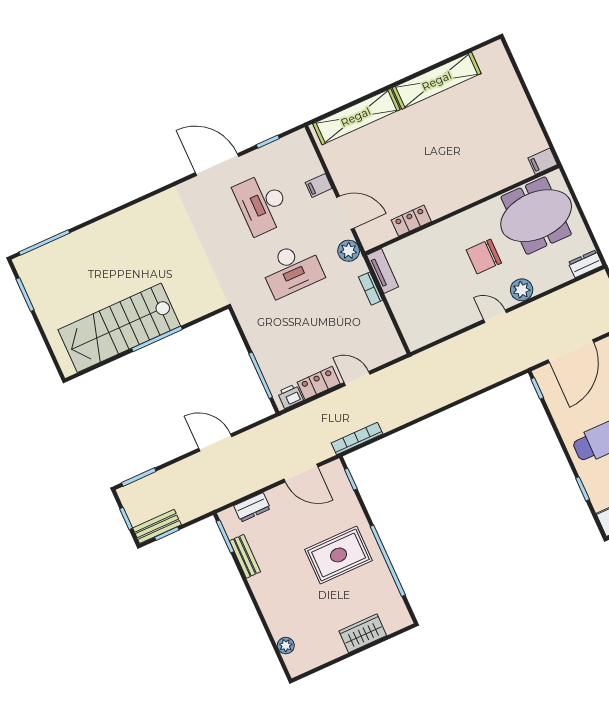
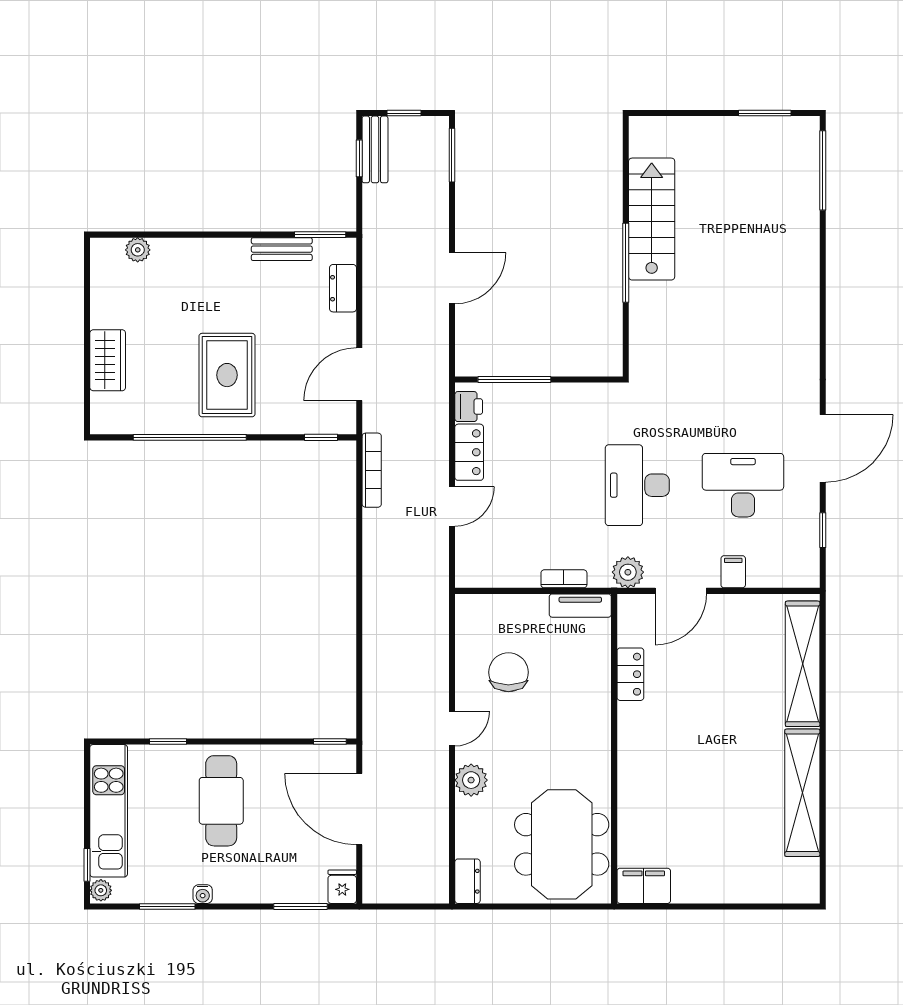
filing cabinet: (543, 161) -> (644, 886), width x2.00
chair: (484, 256) -> (508, 672), moved
stairs: (119, 328) -> (652, 219), width x0.73, depth x0.66

